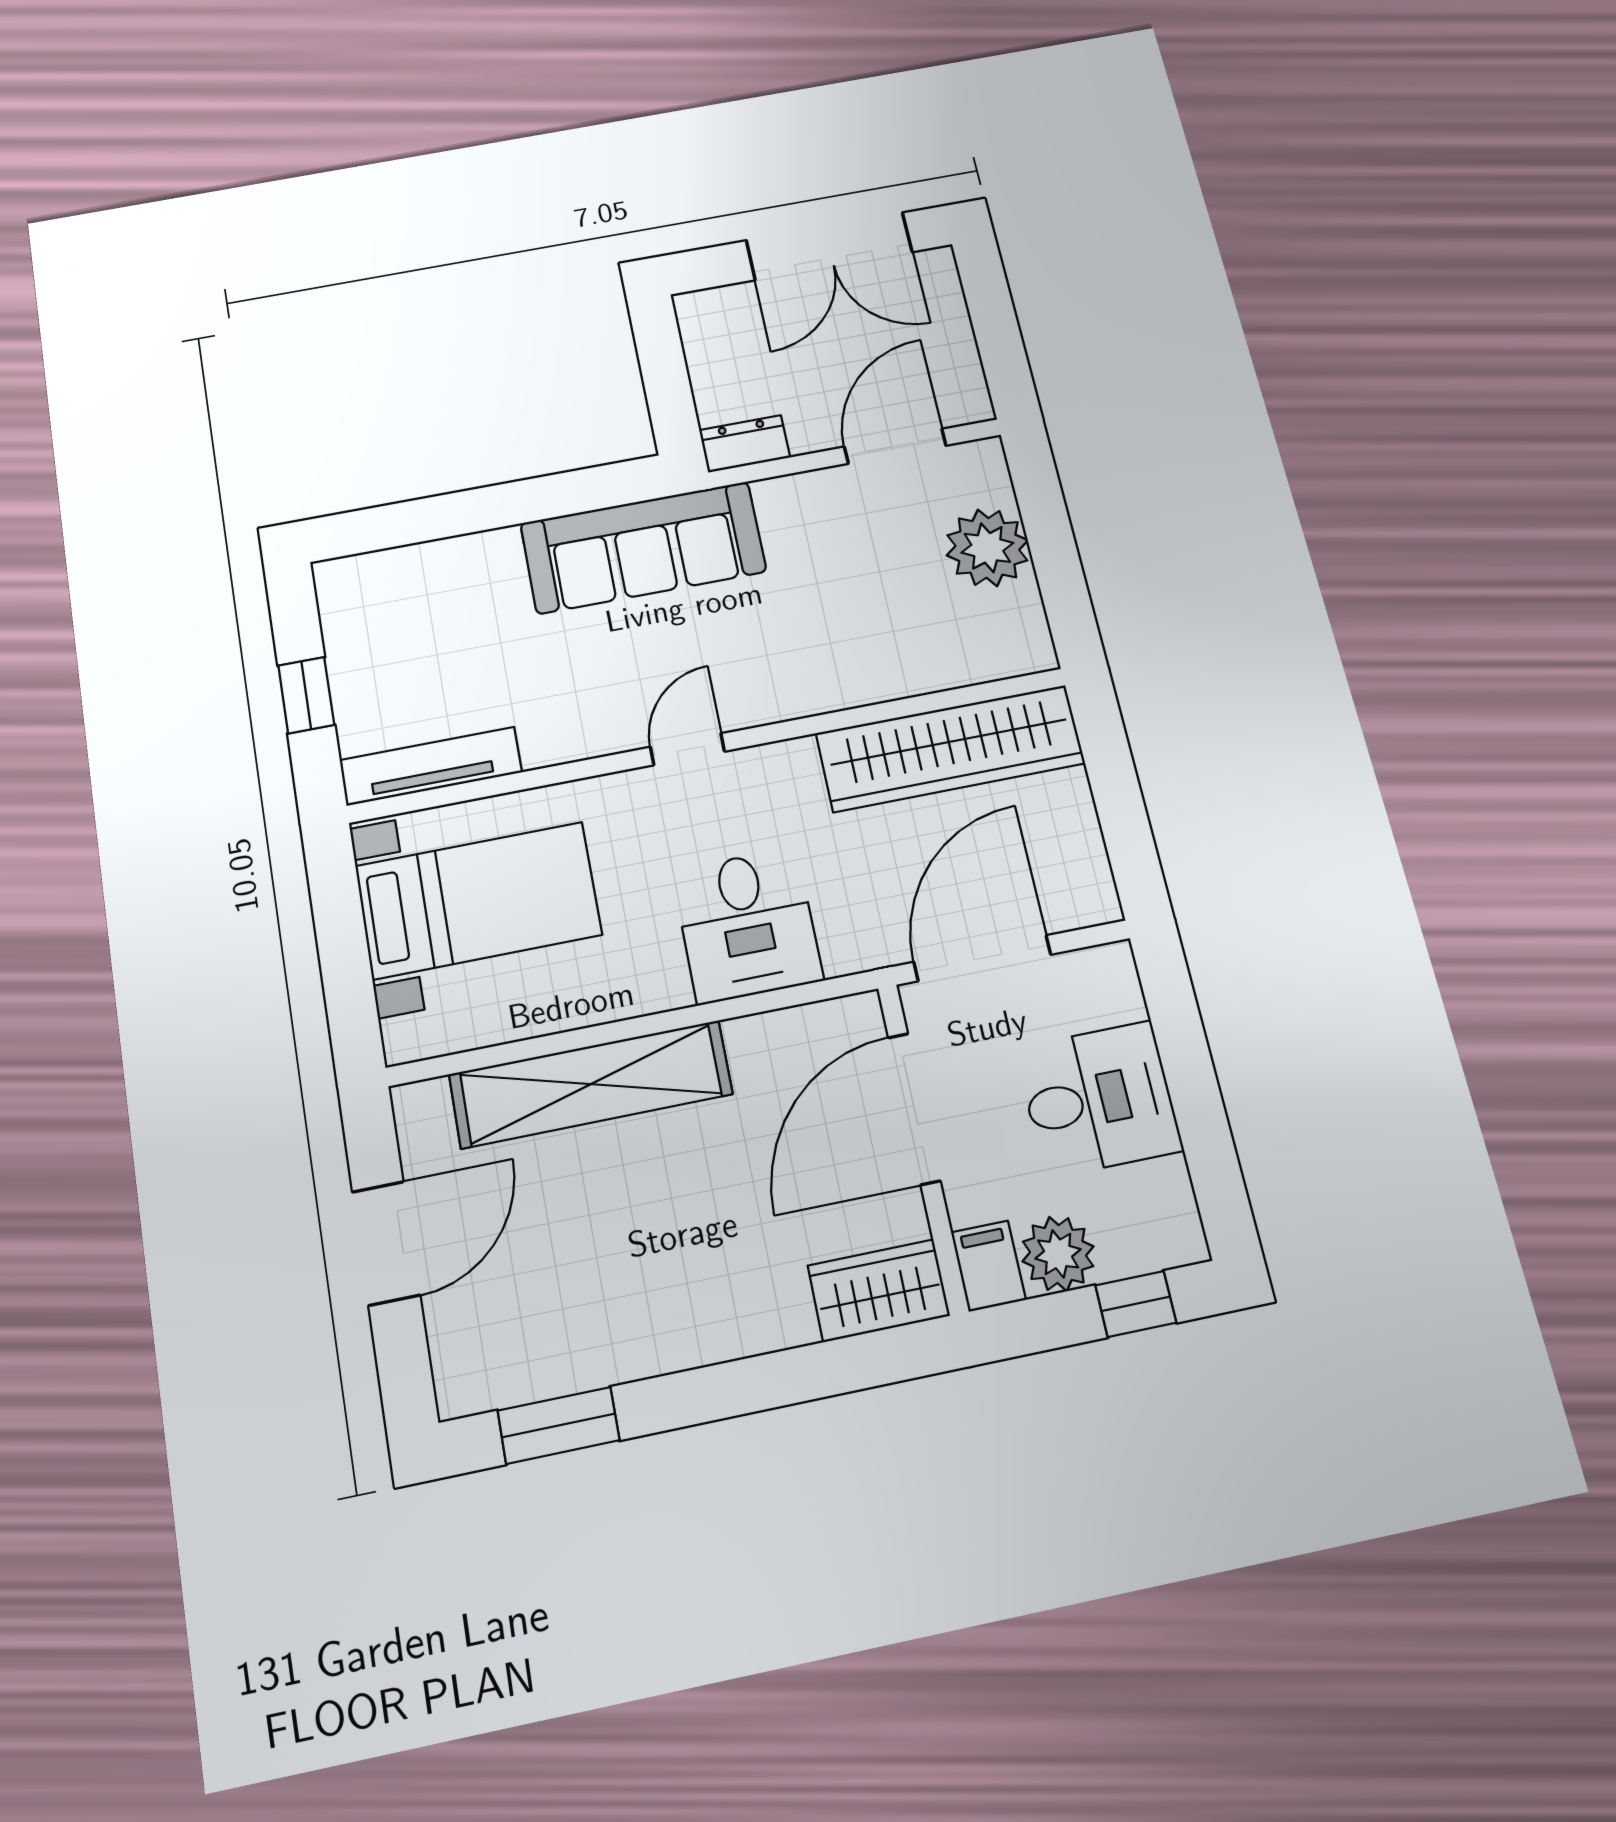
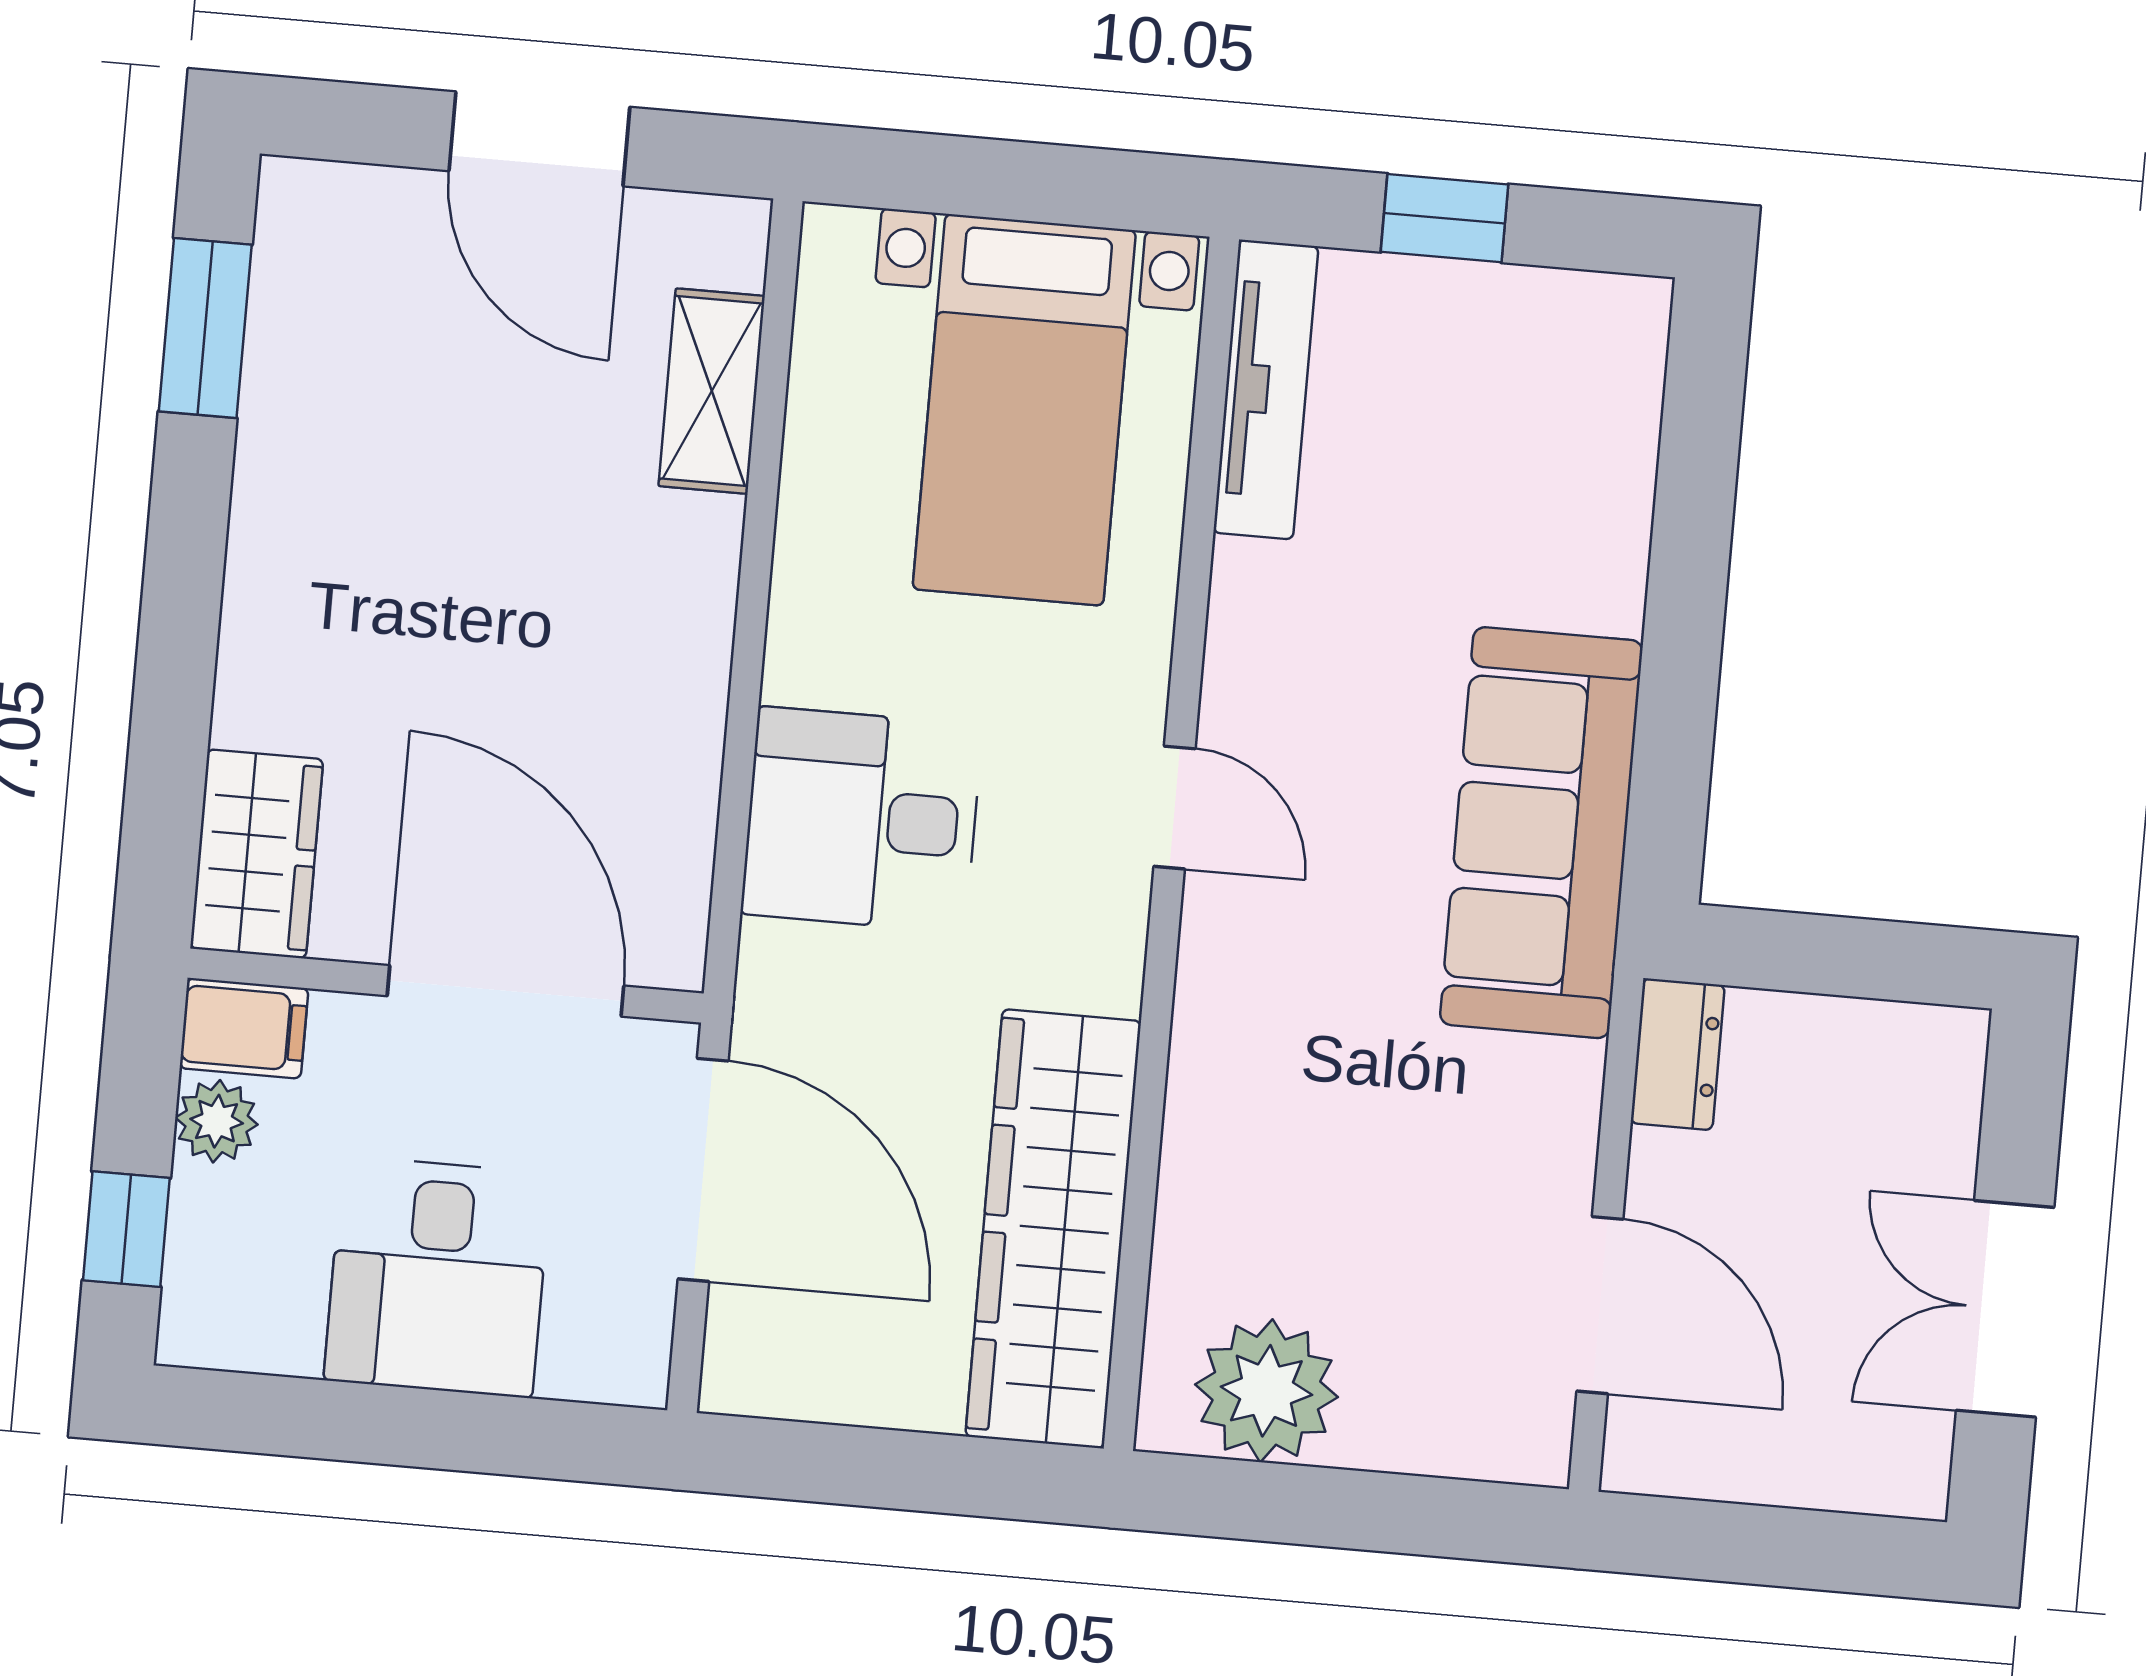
double door: (829, 246) -> (2005, 1309), width x0.73
plant: (987, 548) -> (1266, 1391), moved
shelving: (591, 1084) -> (712, 391), width x0.45, depth x0.75
plant: (1058, 1254) -> (217, 1121), width x0.73, depth x0.73

